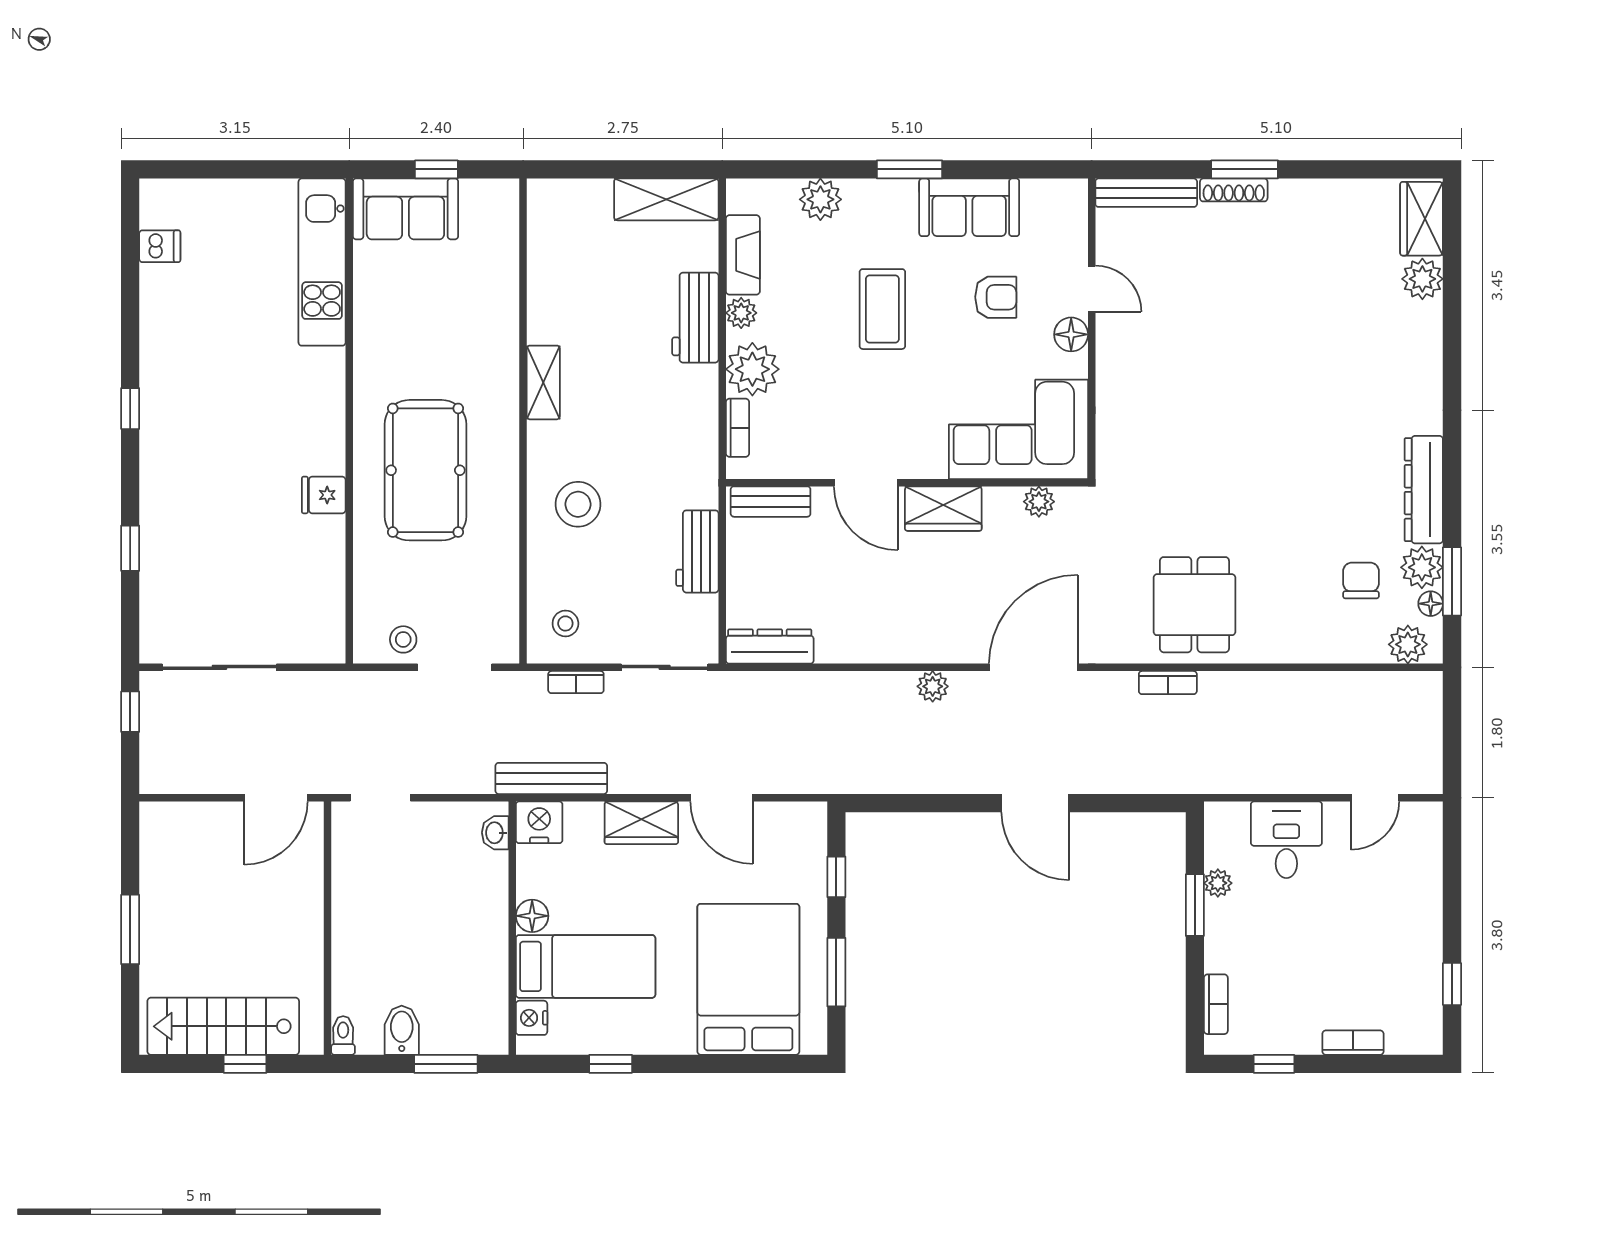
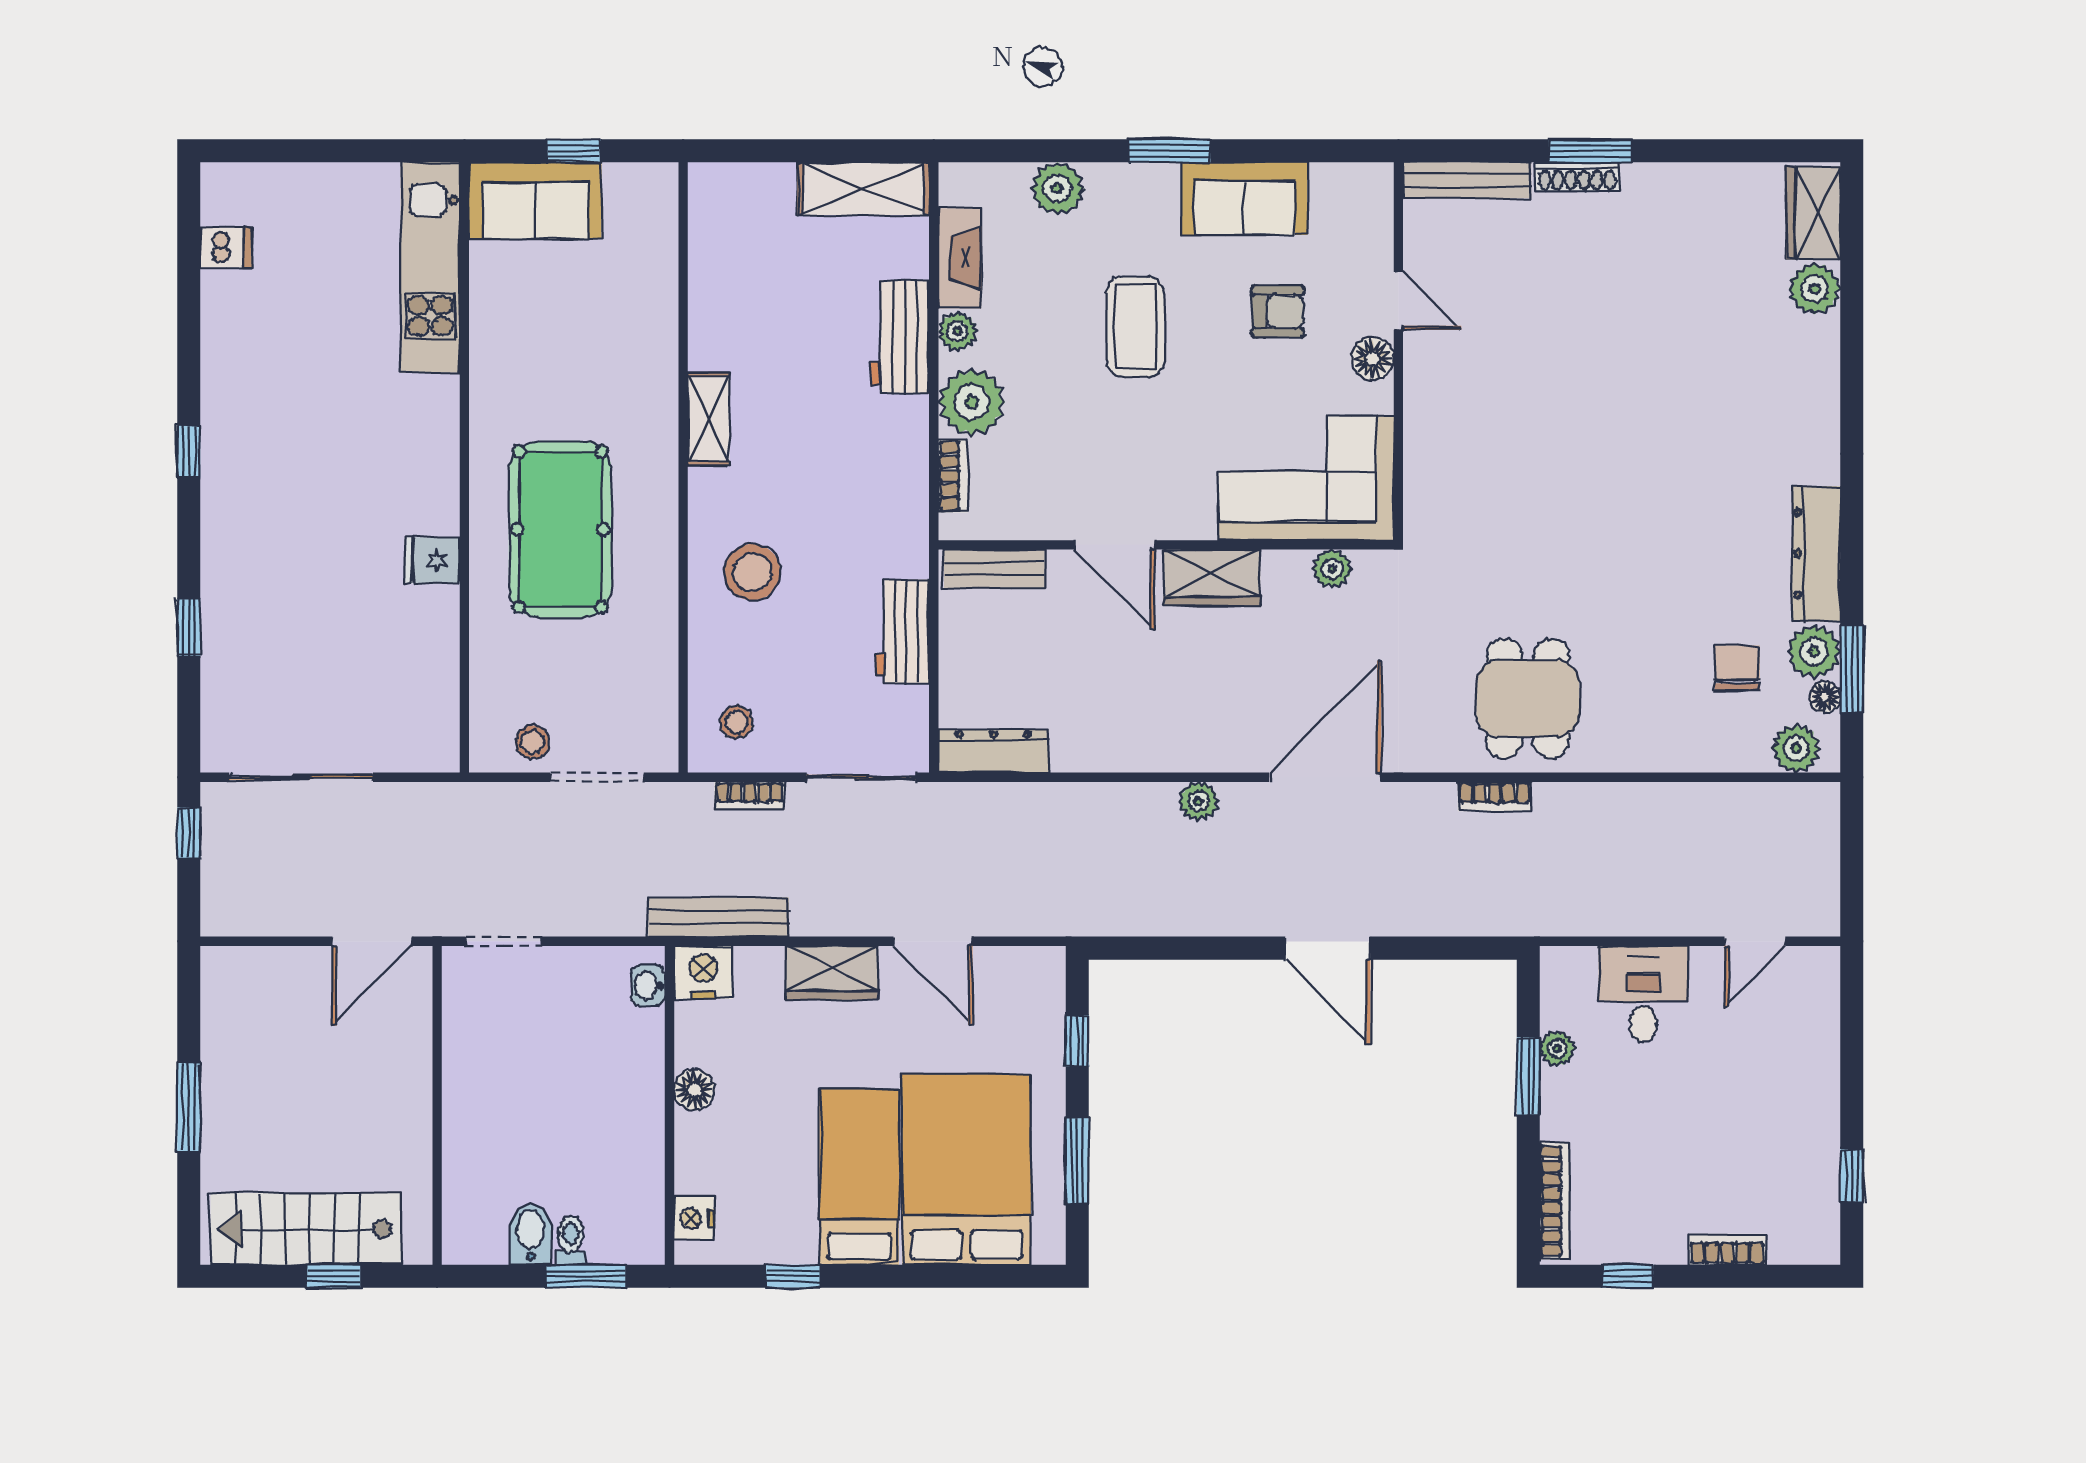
bed: (586, 966) -> (859, 1177), moved, turned -90
bookcase: (1216, 1004) -> (1555, 1201), width x1.56
toilet: (343, 1035) -> (571, 1240), moved

